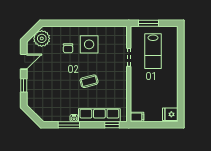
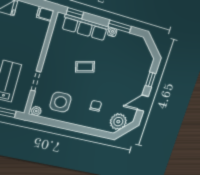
plant: (121, 31) -> (36, 111), added
side table: (89, 44) -> (61, 102), moved

